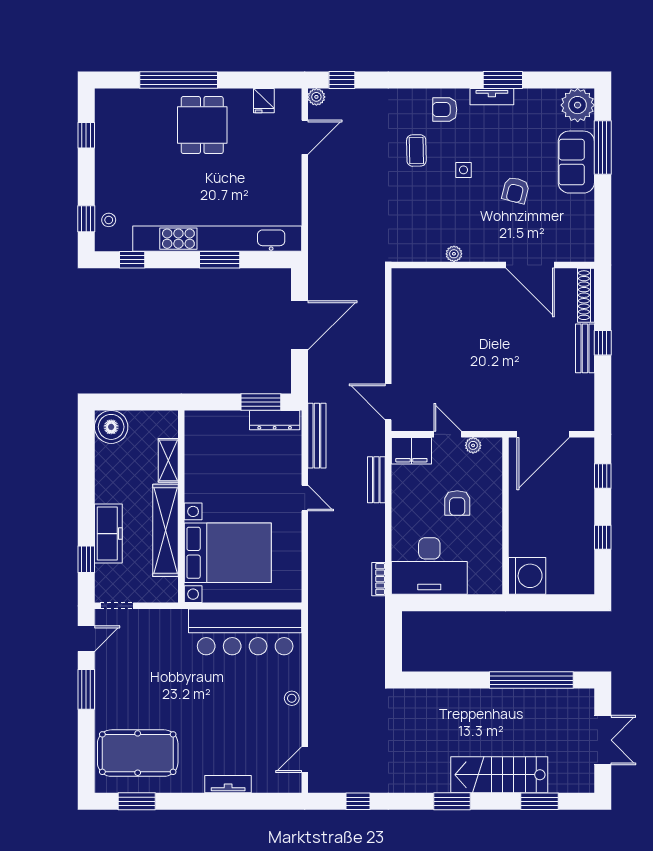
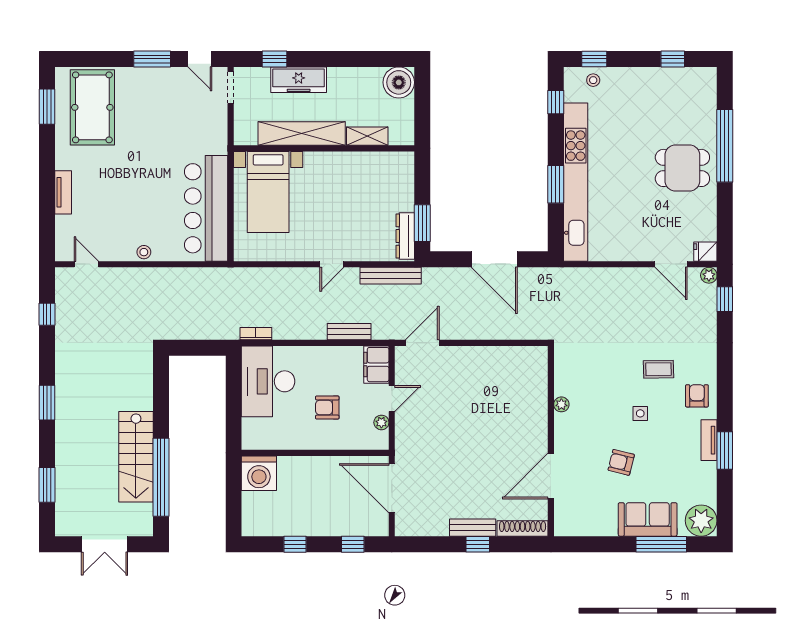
fridge: (264, 101) -> (705, 252), moved
bed with nightstands: (228, 553) -> (268, 192), width x0.73
stairs: (499, 775) -> (136, 457), moved, turned 180

